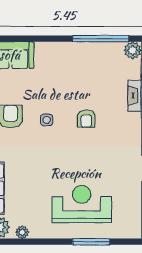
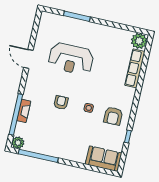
reception desk: (82, 204) -> (71, 59), moved
plant: (22, 232) -> (123, 34), removed

